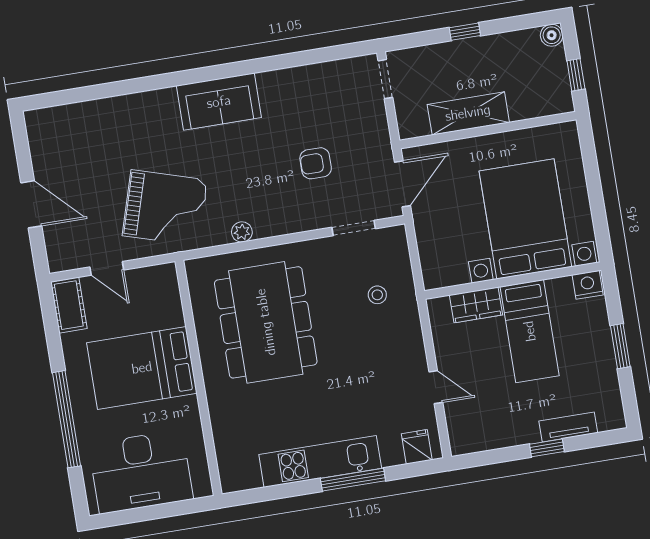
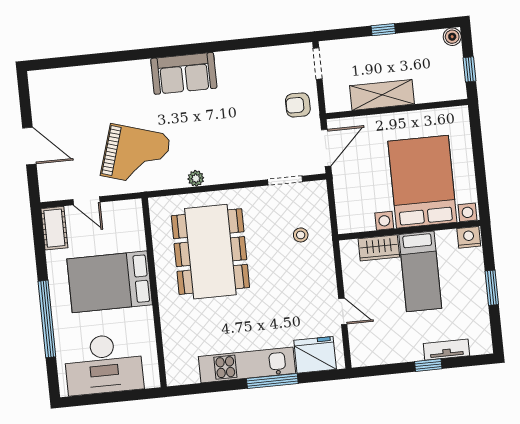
armchair: (316, 163) -> (298, 105), moved
fridge: (417, 447) -> (315, 355), width x1.88, depth x1.34

